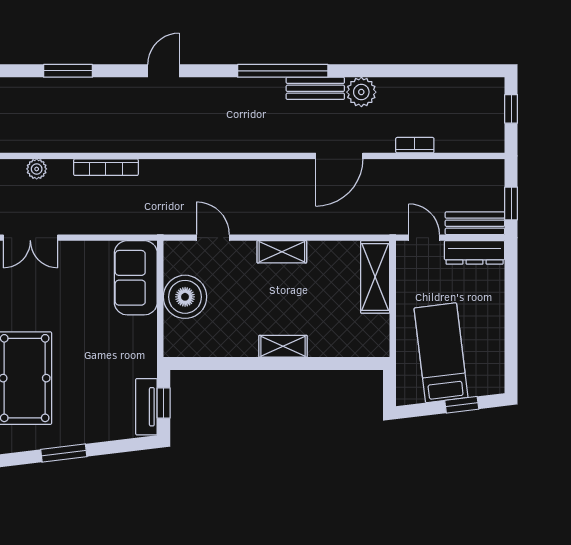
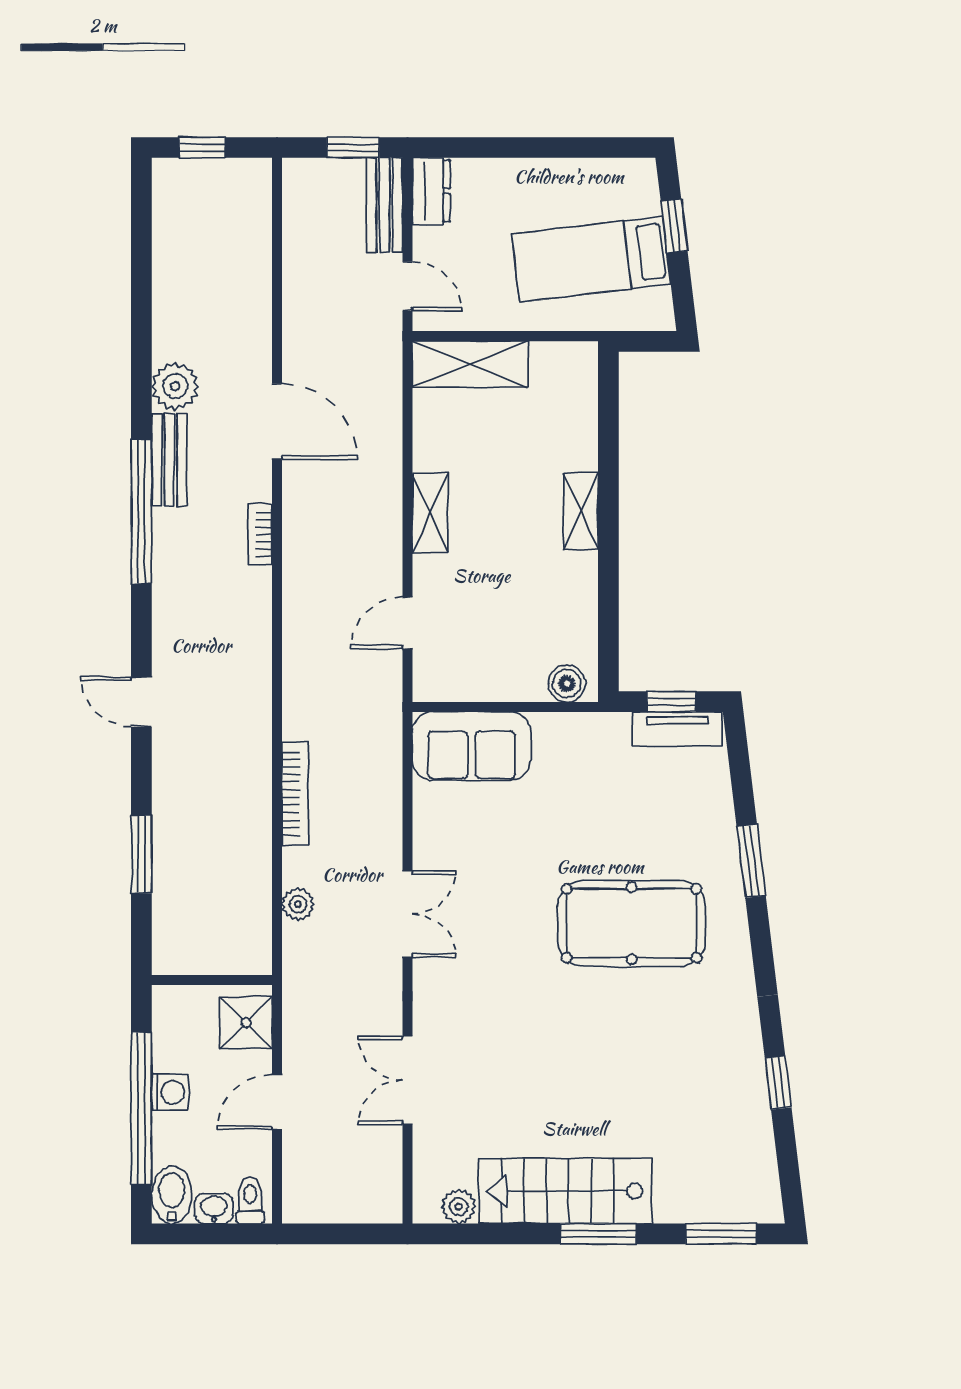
bookcase: (415, 145) -> (260, 534), moved
door: (424, 238) -> (407, 286), swing flipped
dresser: (475, 252) -> (431, 191), width x0.70
boiler: (185, 297) -> (567, 684), moved, width x0.54, depth x0.54

